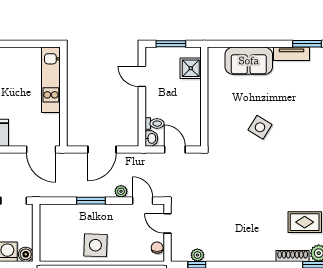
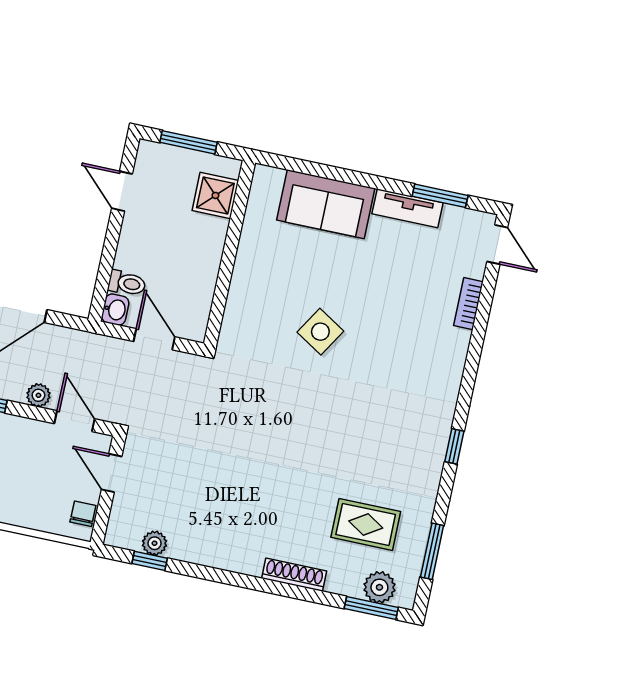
shoe rack: (293, 256) -> (294, 575), moved

